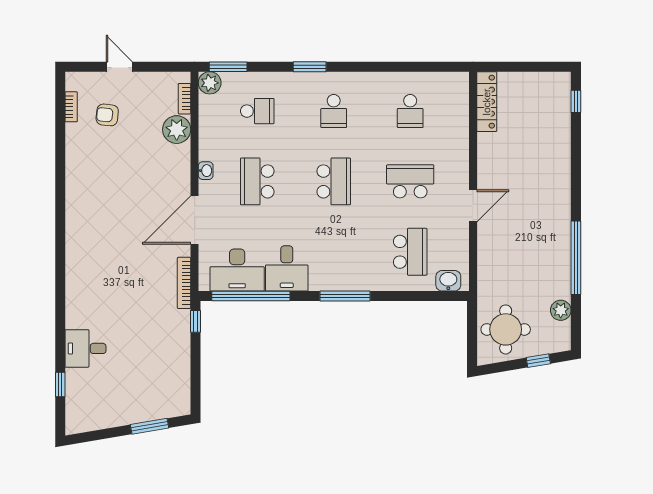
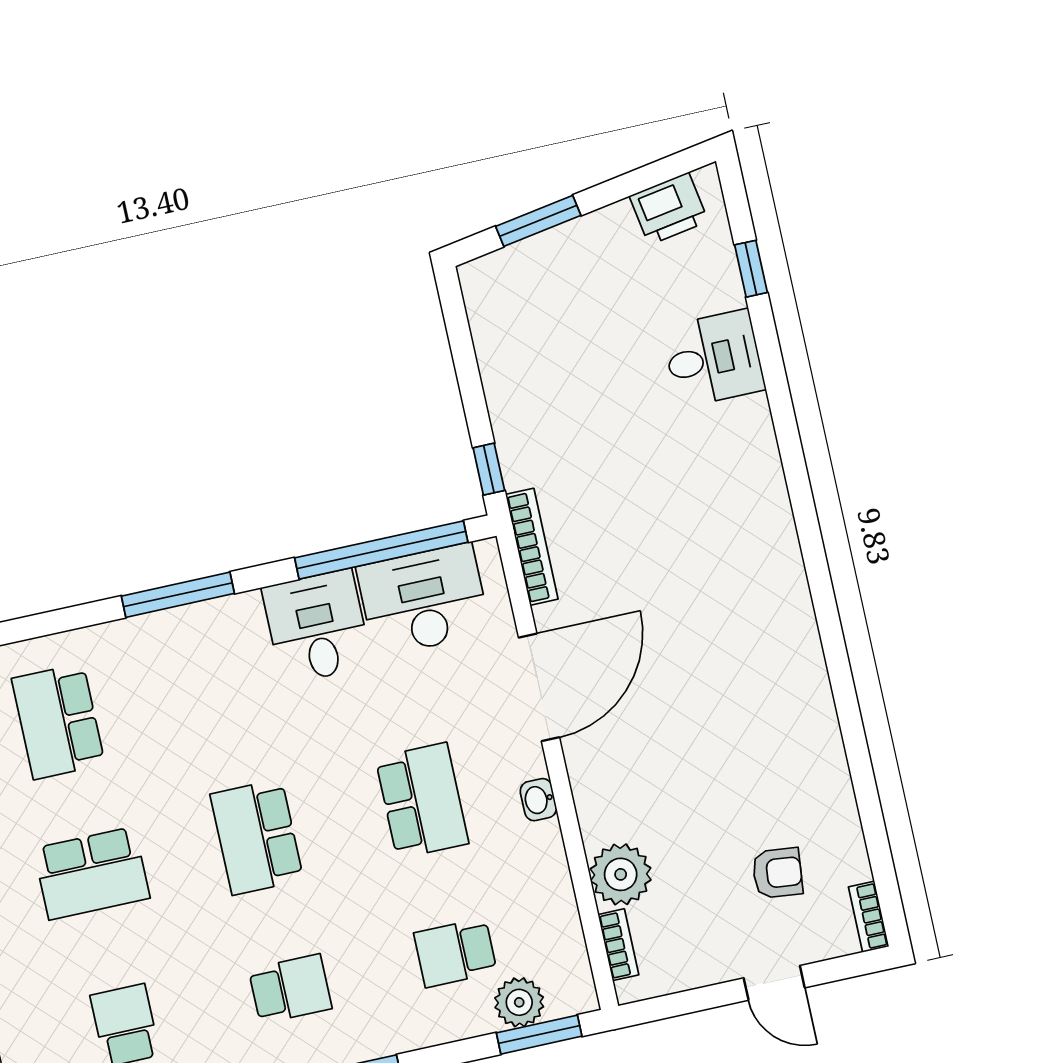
plant: (210, 83) -> (519, 1002), moved
bookcase: (71, 107) -> (869, 917), moved
school desk: (334, 111) -> (290, 989), turned 90
printer: (91, 419) -> (669, 209), added

